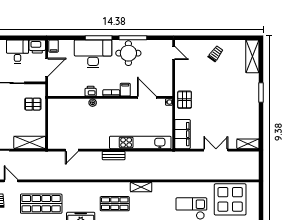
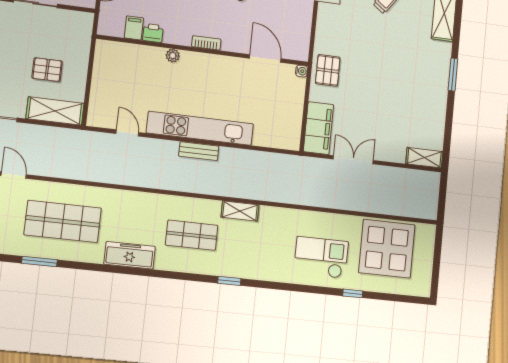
filing cabinet: (125, 90) -> (134, 28), moved
printer: (91, 91) -> (153, 33), moved
pallet: (33, 104) -> (47, 70), moved
kitchen unit: (140, 142) -> (200, 128), moved
door: (72, 150) -> (127, 133), swing flipped
double door: (216, 150) -> (353, 160), moved

